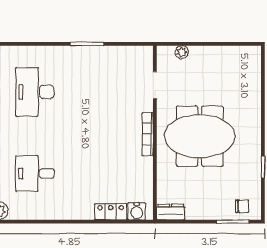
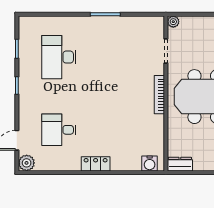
plant: (182, 52) -> (173, 22), moved
locker: (111, 212) -> (96, 164), moved

